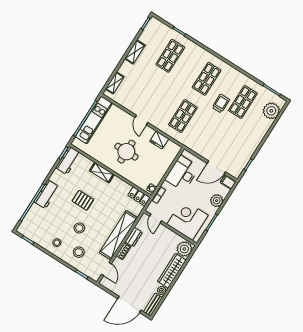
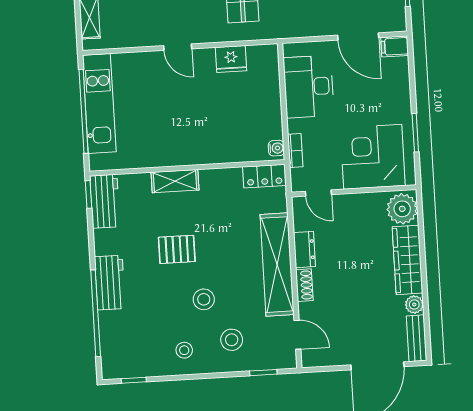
round table: (126, 152) -> (191, 117), removed
door: (216, 168) -> (358, 36), hinge flipped
plant: (217, 201) -> (398, 91), removed

